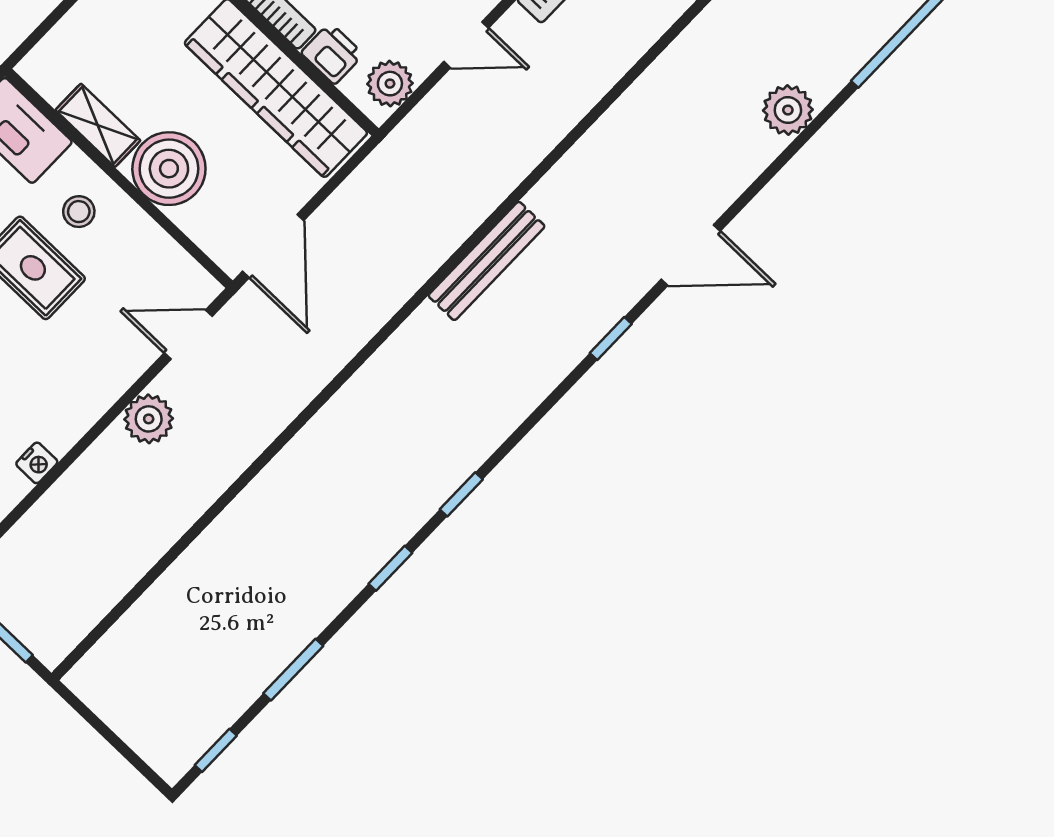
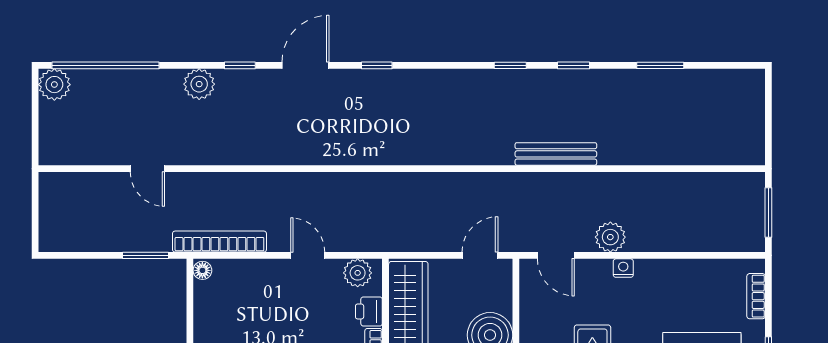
door: (273, 246) -> (480, 255), width x0.73
door: (691, 255) -> (305, 65), hinge flipped
bench: (487, 261) -> (556, 154), moved
nightstand: (37, 463) -> (623, 268), moved
window: (216, 750) -> (240, 65), moved

